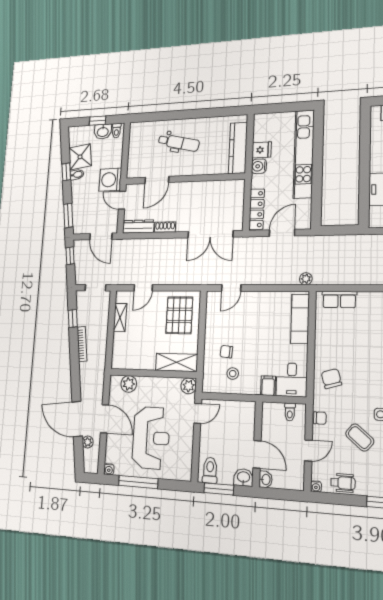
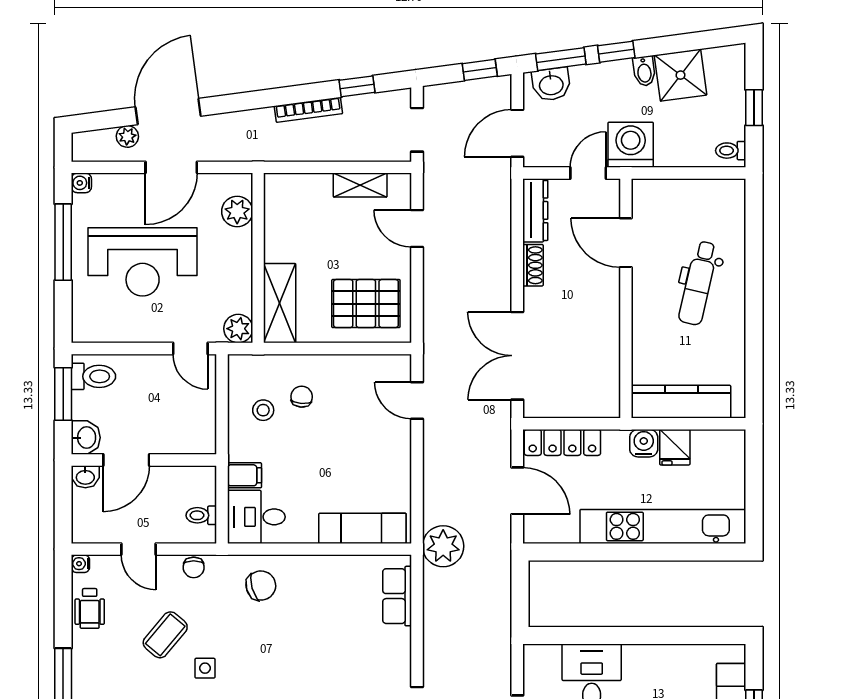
washbasin: (103, 132) -> (551, 84), moved, turned -98
window: (66, 172) -> (616, 52), moved
plant: (306, 279) -> (443, 546), width x1.87, depth x1.87

